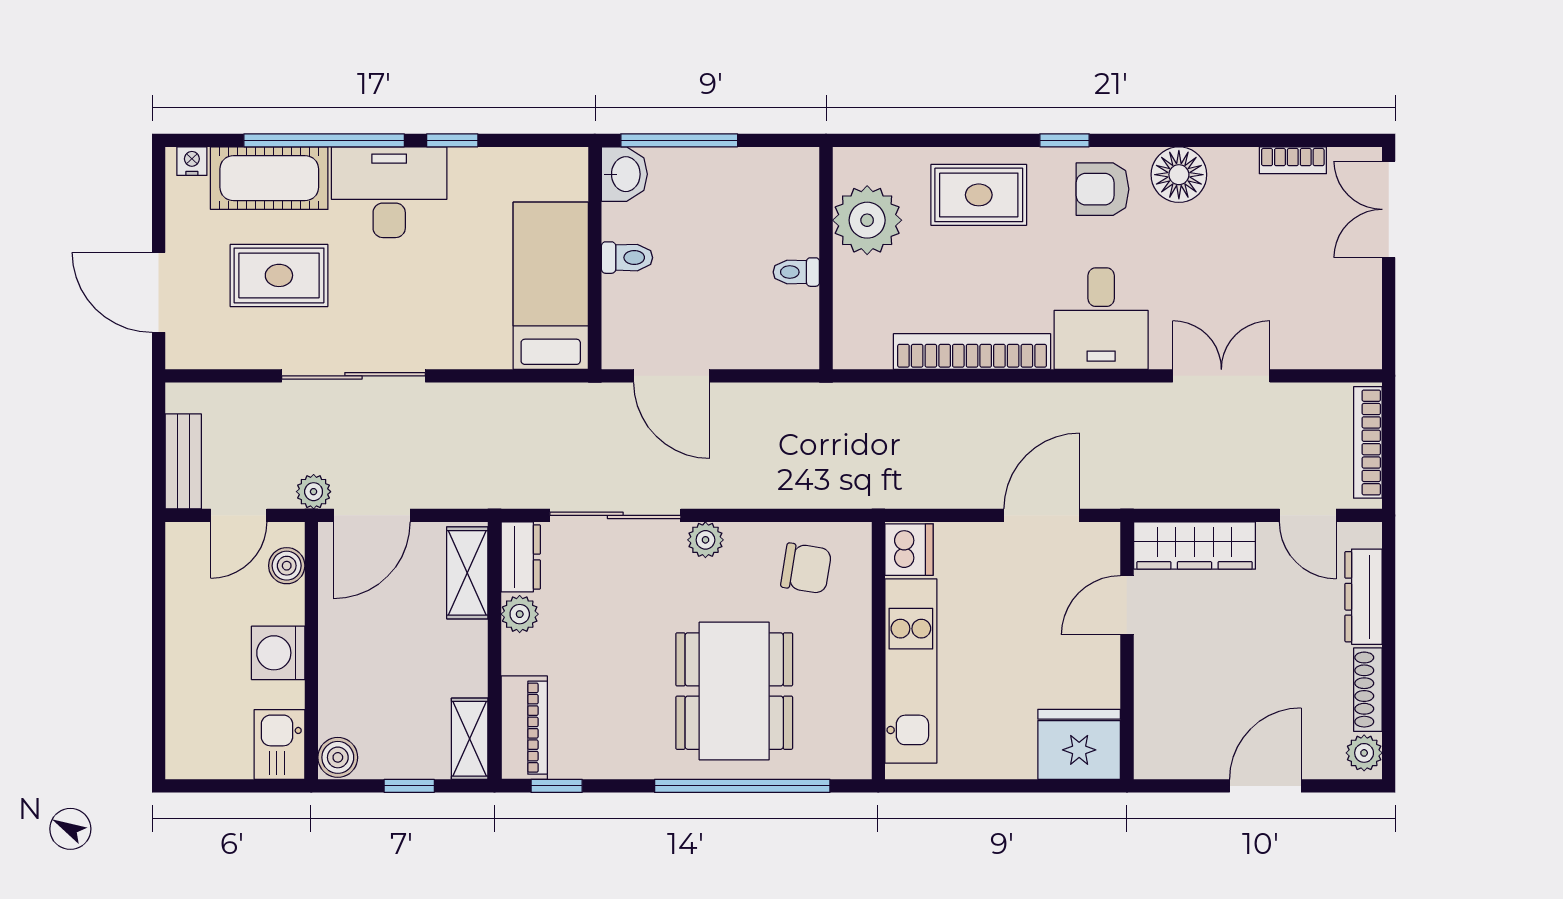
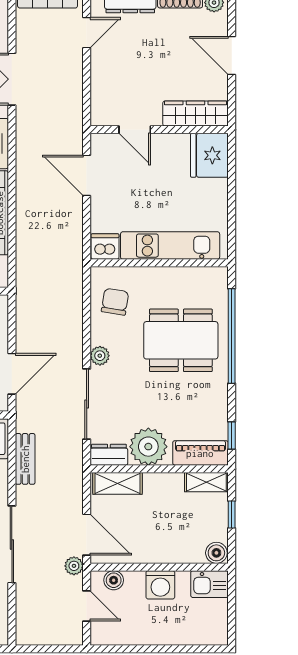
bench: (183, 461) -> (25, 459), moved, turned 90
wardrobe: (1194, 546) -> (195, 114), moved, turned -90
plant: (520, 614) -> (148, 447), width x1.87, depth x1.87

